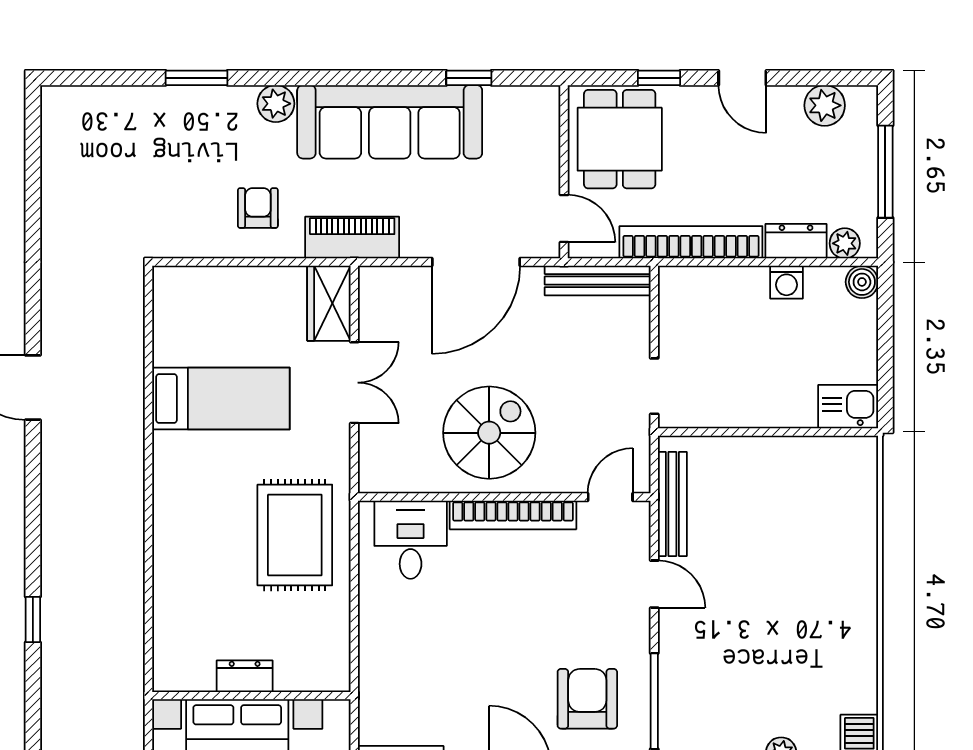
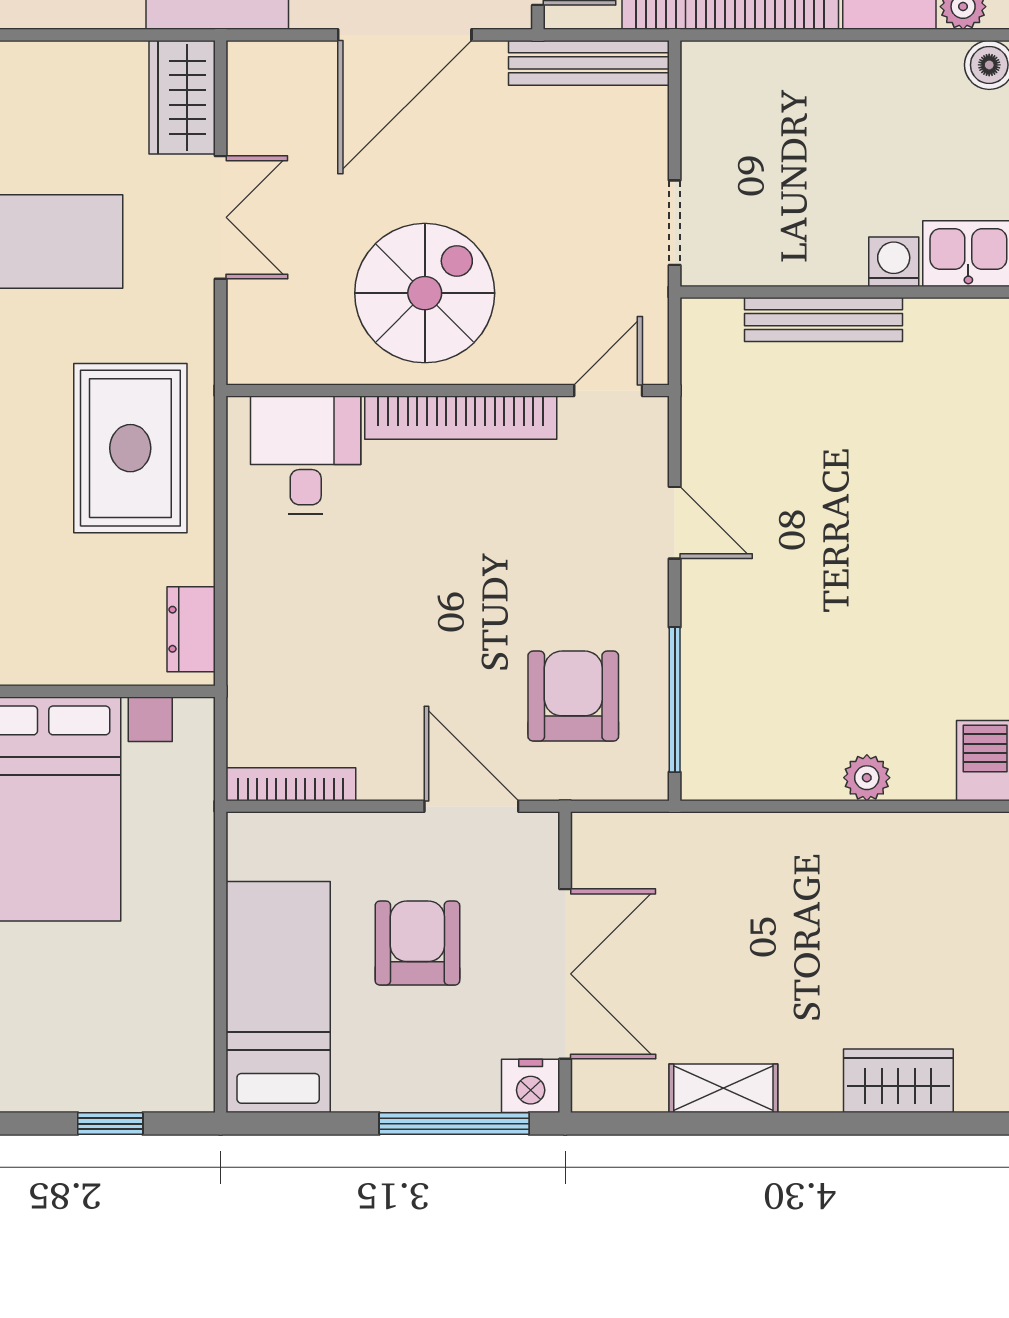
washing machine: (787, 282) -> (894, 262), moved, turned 180
bench: (672, 504) -> (823, 320), moved, turned 90
dresser: (245, 676) -> (191, 629), moved, turned -90

